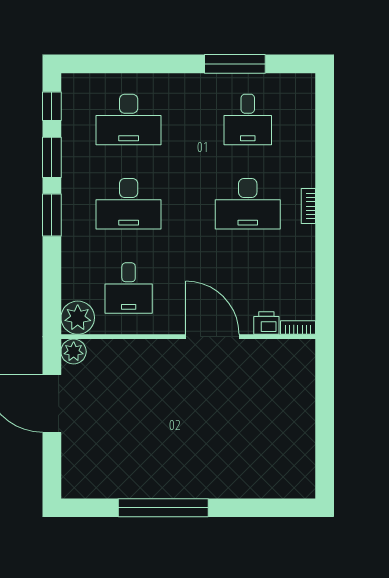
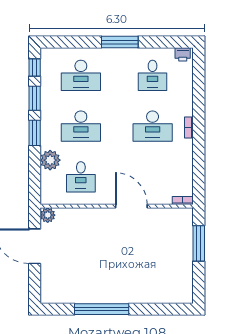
window: (235, 64) -> (120, 42), moved
plant: (78, 318) -> (50, 160), moved
printer: (266, 323) -> (183, 54), moved, turned 180
window: (325, 399) -> (199, 243), added

